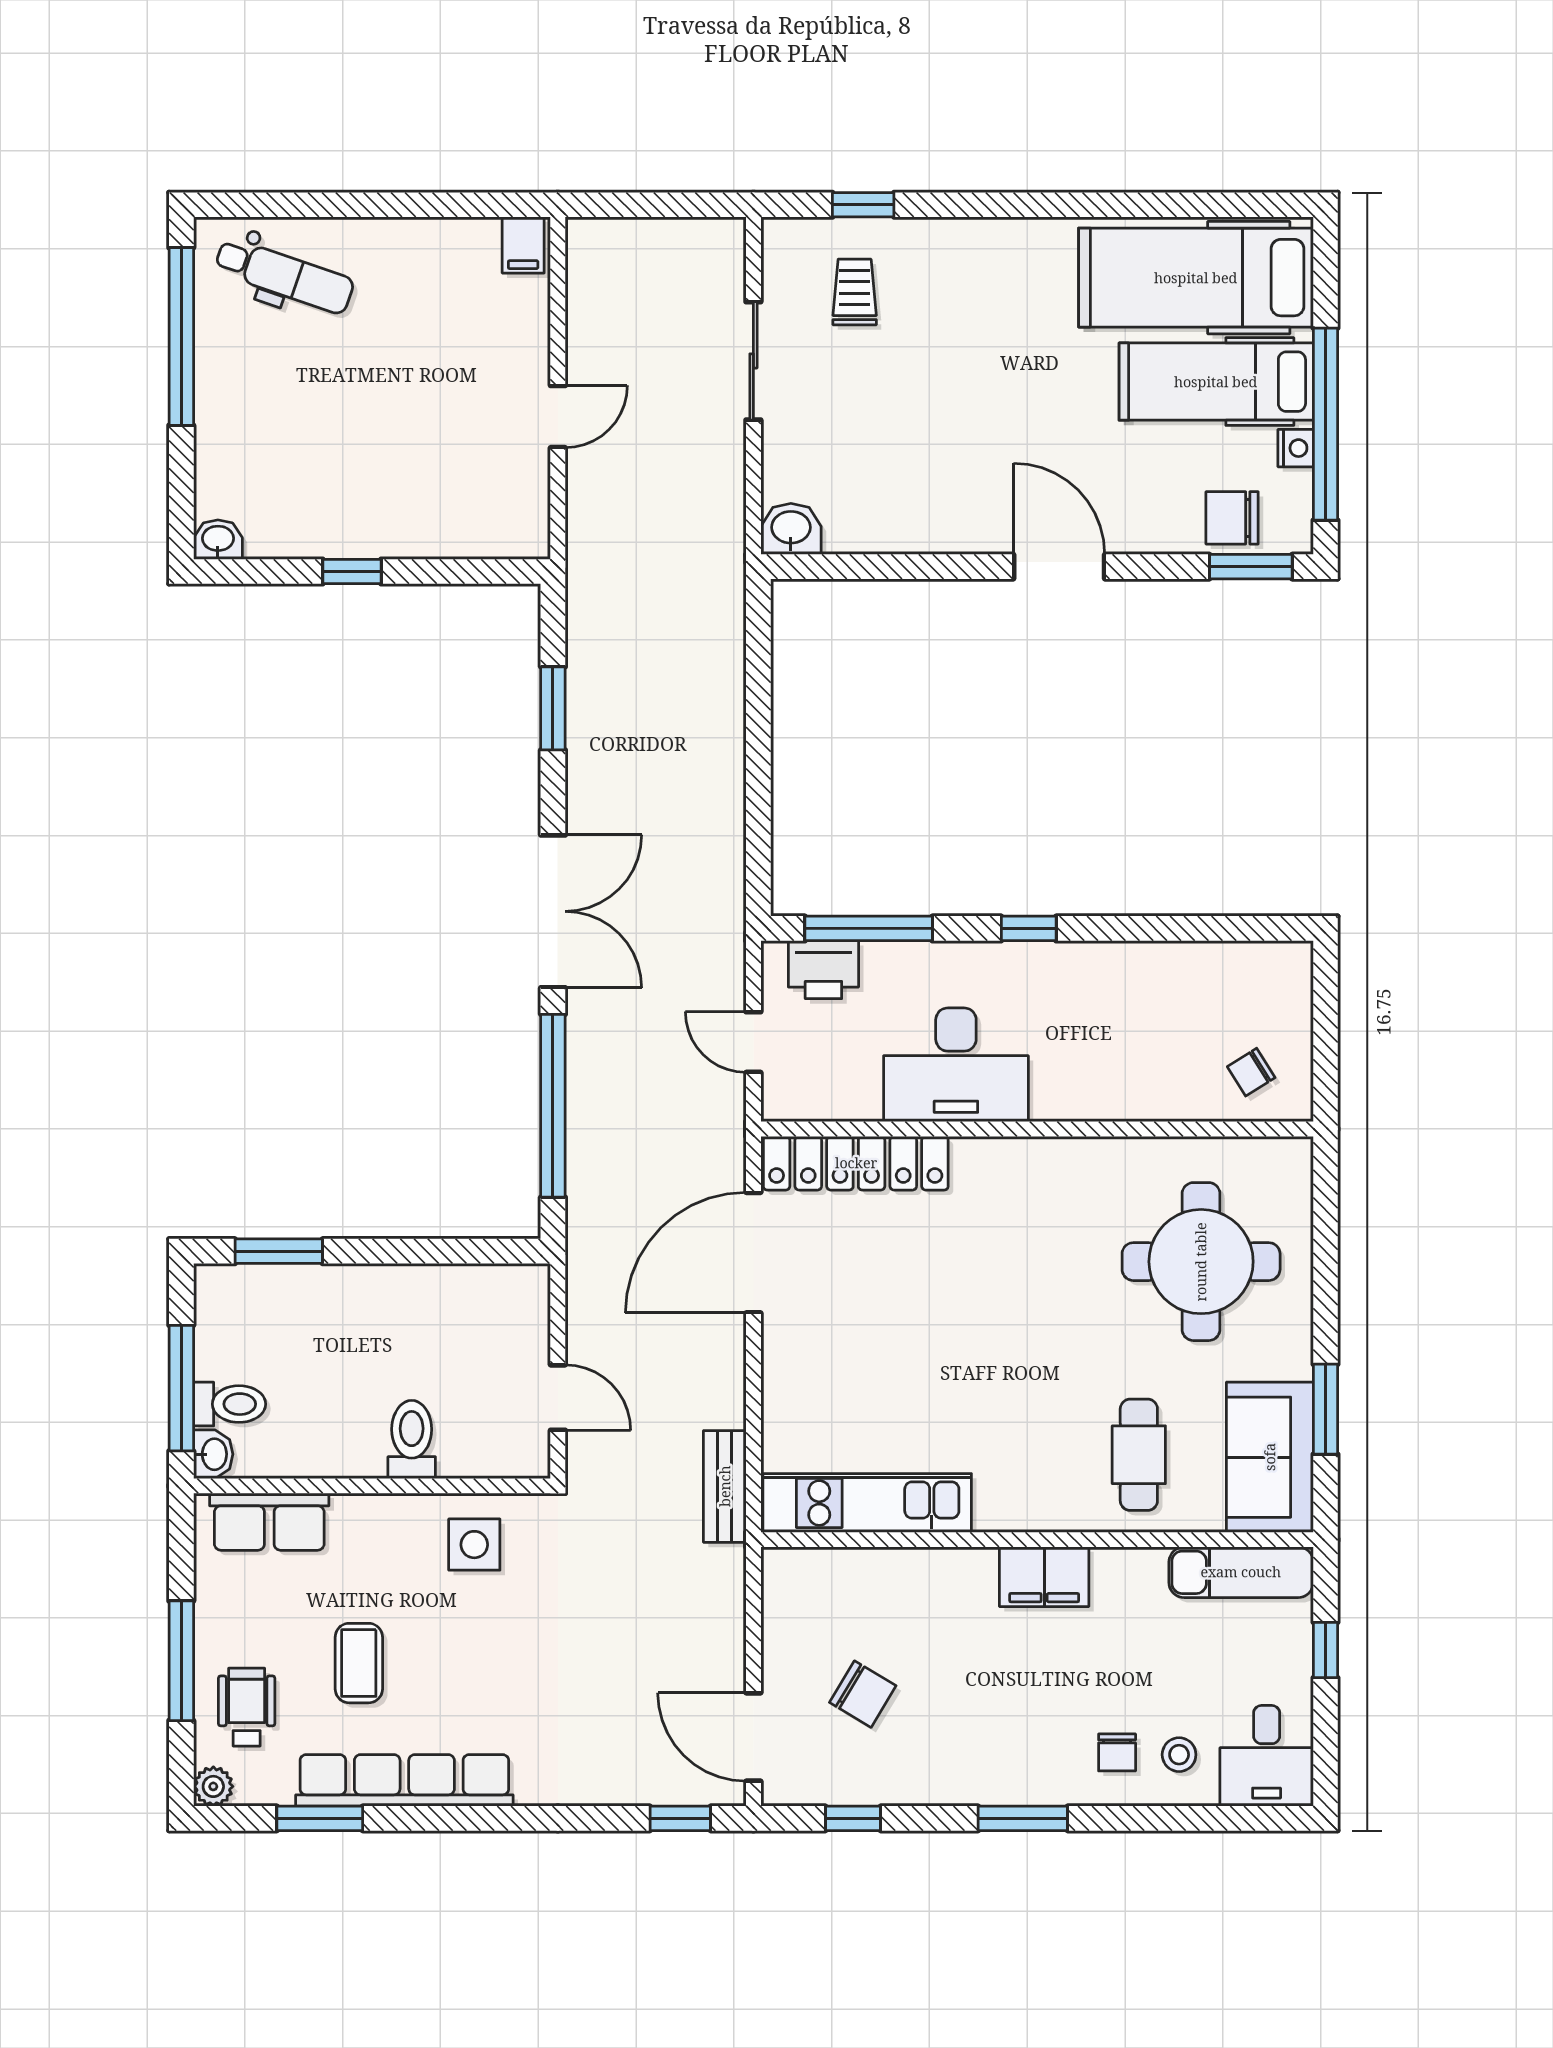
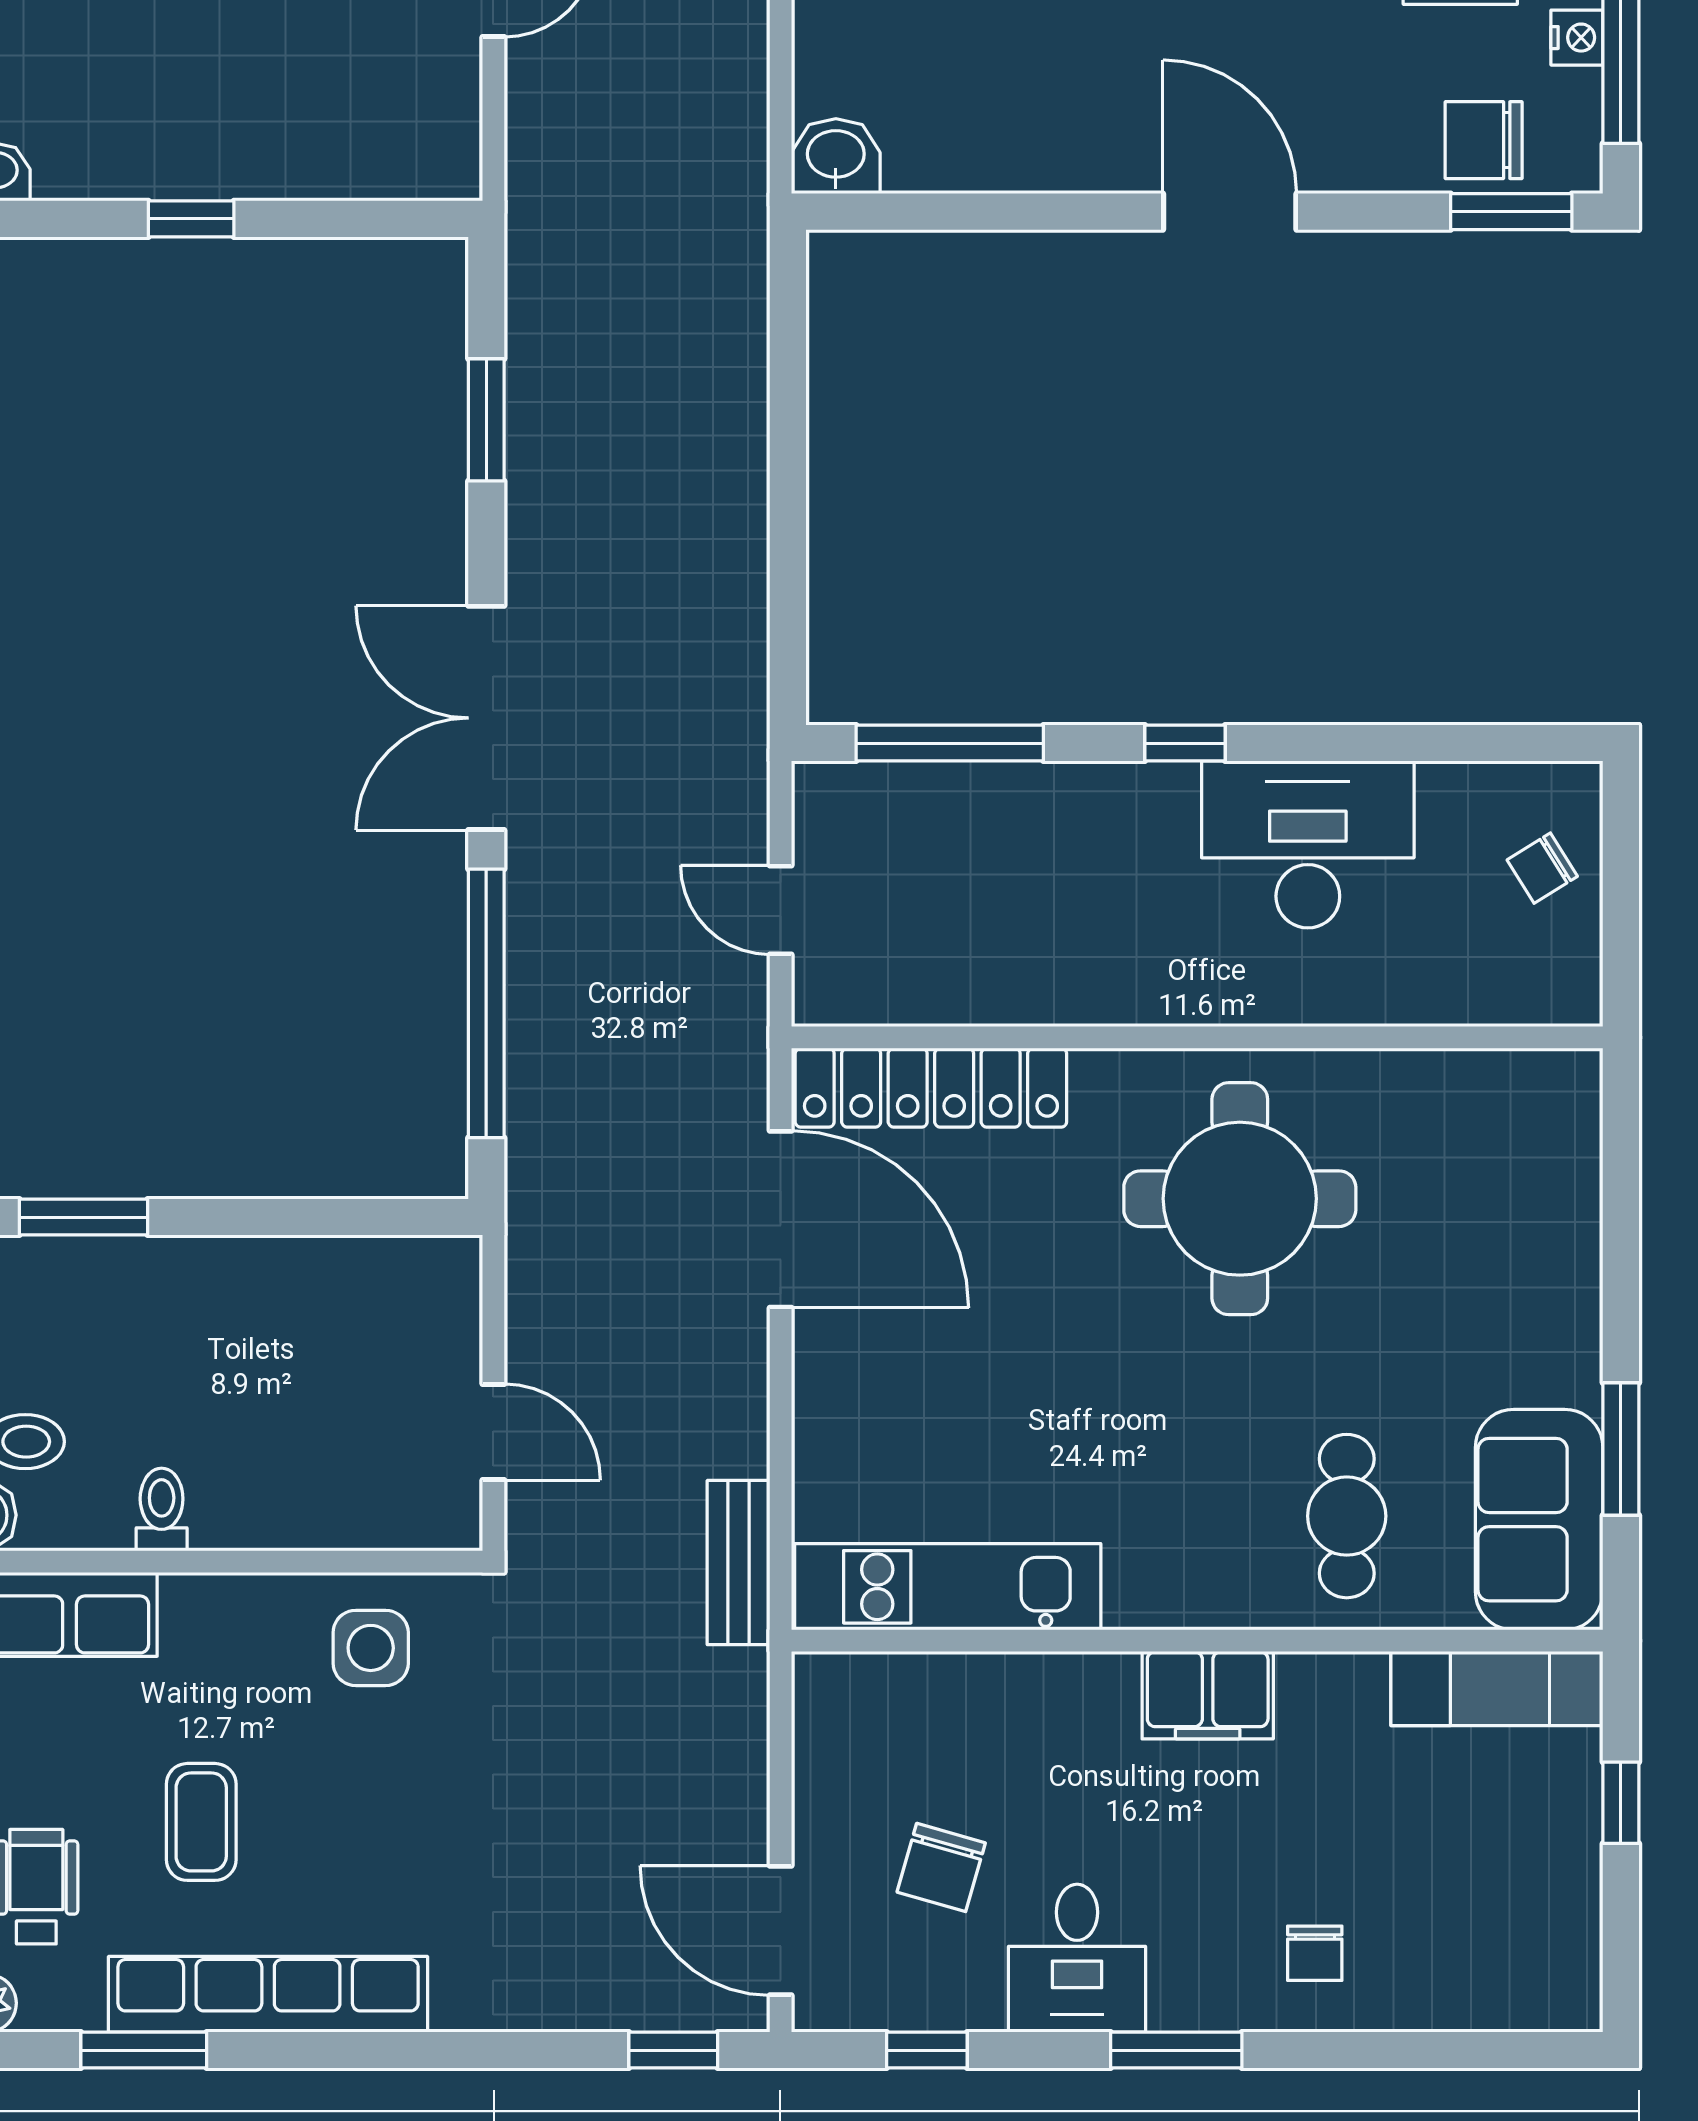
double door: (553, 911) -> (486, 718), swing flipped
printer: (823, 970) -> (883, 804), removed
desk: (956, 1065) -> (1308, 844), moved, turned 180
chair: (1251, 1072) -> (1542, 868), moved
door: (753, 1253) -> (781, 1219), swing flipped
round table: (1201, 1262) -> (1240, 1199), moved
toilet: (412, 1439) -> (162, 1510), moved, width x0.73, depth x0.72
chair: (863, 1694) -> (941, 1867), turned 75
stool: (1179, 1755) -> (1406, 1956), removed
desk: (1267, 1756) -> (1077, 1958), moved

